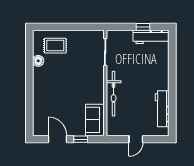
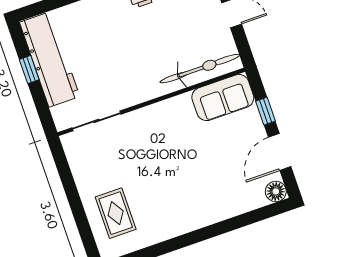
workbench: (151, 37) -> (50, 59), width x1.36, depth x1.32
floor lamp: (38, 61) -> (276, 191), moved
bicycle: (114, 94) -> (200, 69), moved

